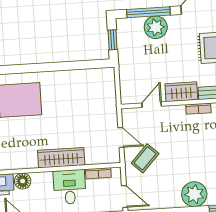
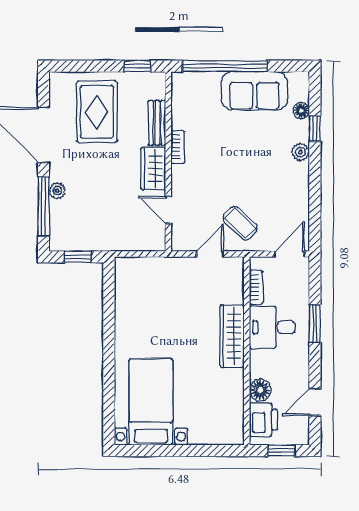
plant: (156, 27) -> (57, 191), width x0.53, depth x0.53
plant: (194, 194) -> (300, 152), width x0.53, depth x0.53

